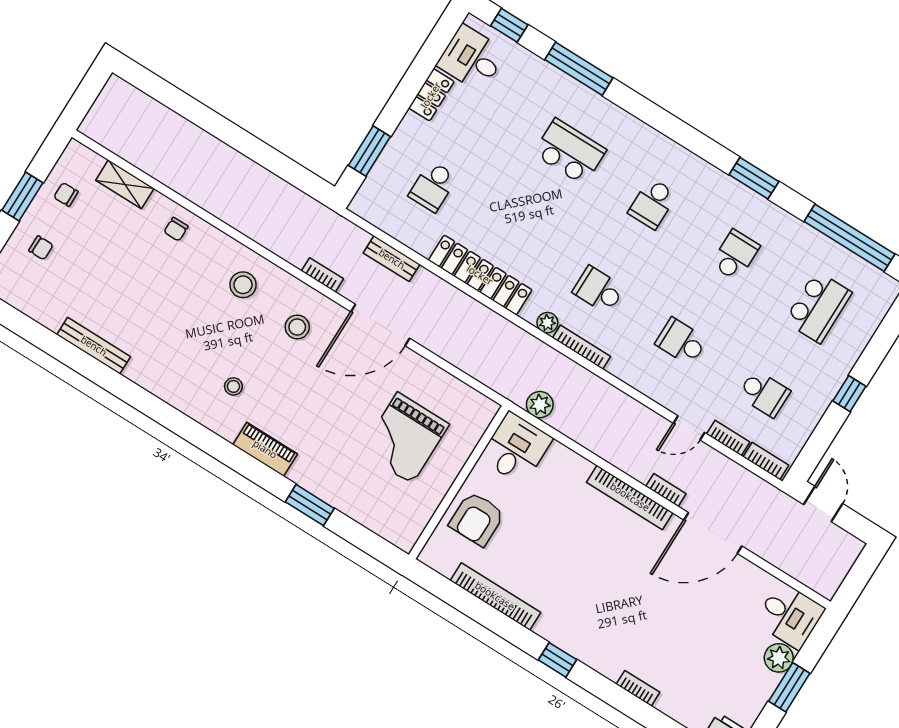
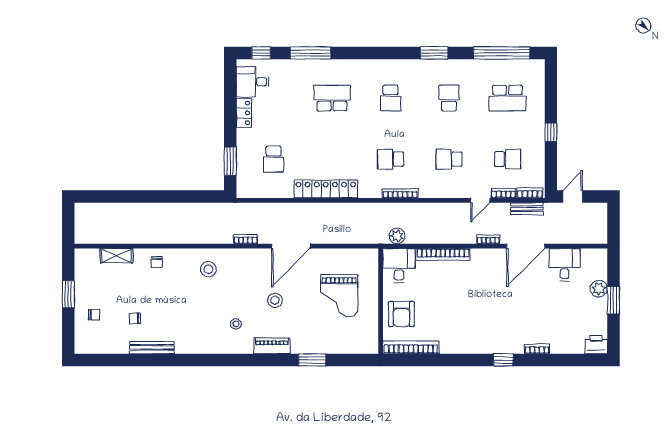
chair: (66, 194) -> (135, 318), moved
bench: (392, 259) -> (527, 209), moved
school desk: (818, 307) -> (507, 98), turned 90
plant: (547, 323) -> (375, 192), removed
stool: (297, 327) -> (275, 300), moved
bookcase: (630, 497) -> (443, 255), moved
door: (823, 504) -> (573, 197), hinge flipped
bookcase: (495, 596) -> (411, 347), moved
desk: (790, 615) -> (565, 265), moved, turned -90
window: (558, 660) -> (503, 360), moved

